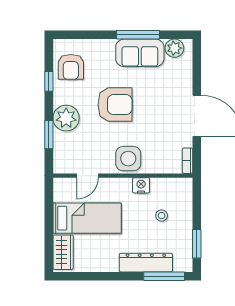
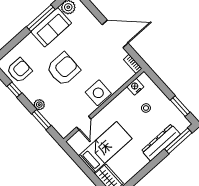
armchair: (71, 67) -> (19, 70), turned -90
plant: (66, 118) -> (39, 105), width x0.53, depth x0.53
nightstand: (141, 185) -> (135, 87), moved

